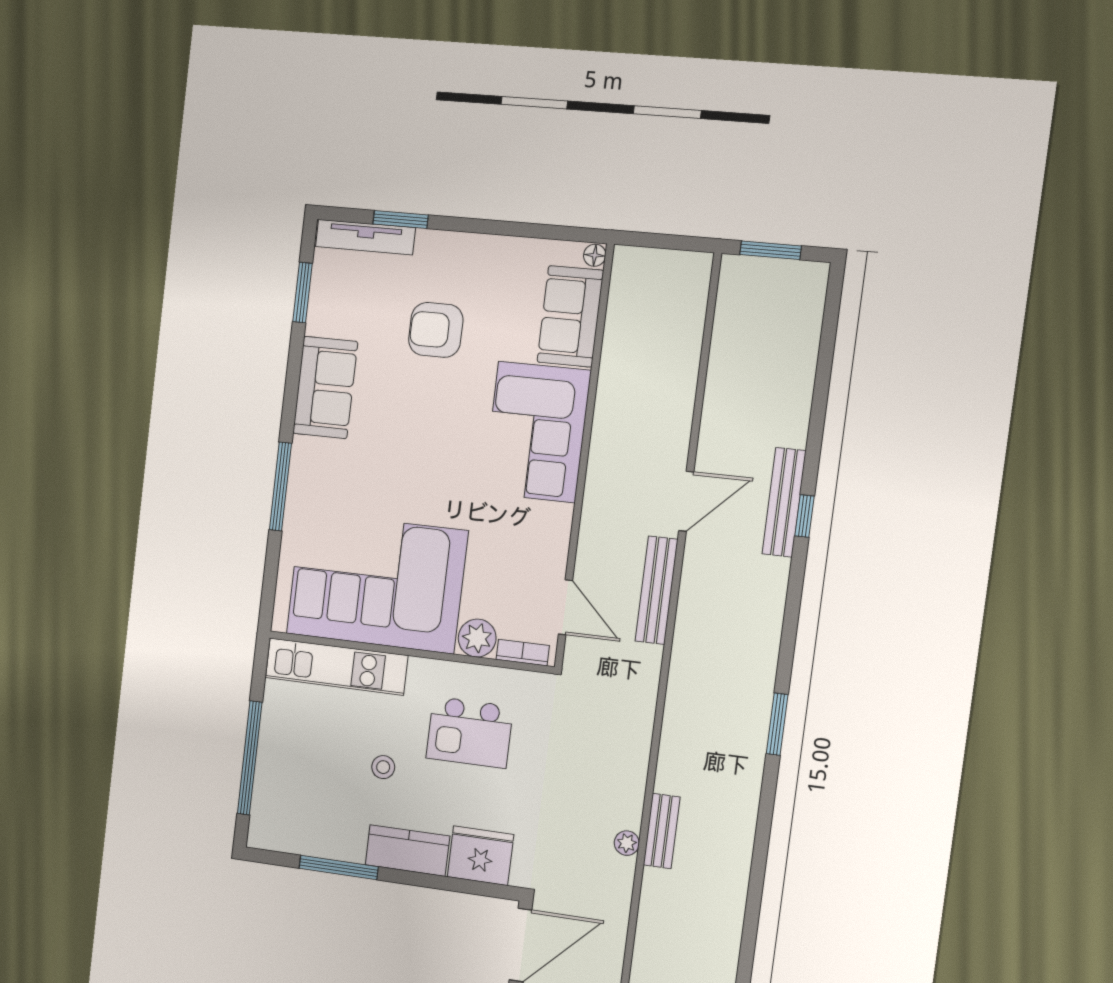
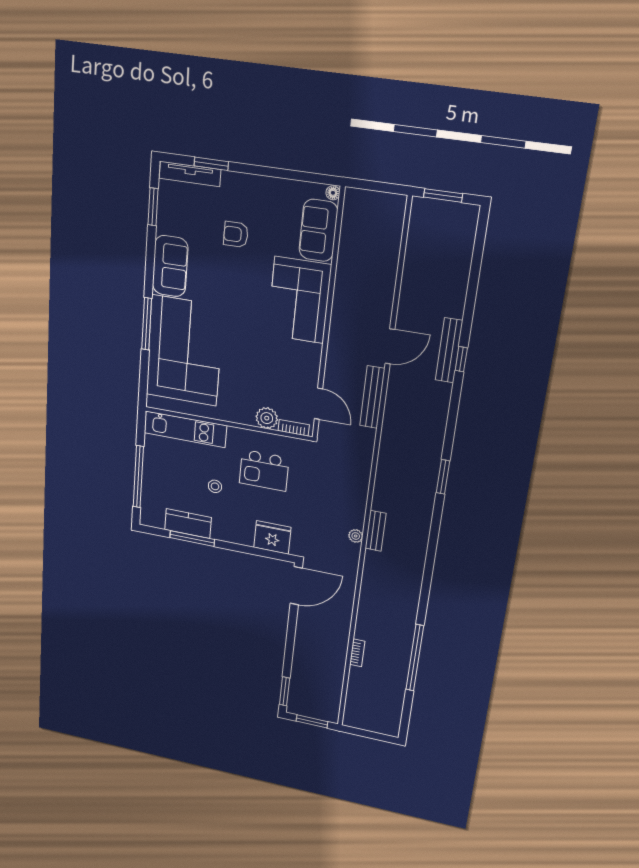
armchair: (436, 330) -> (236, 234), width x0.72, depth x0.72
corner sofa: (377, 582) -> (184, 351), moved, turned 90
kitchen counter: (407, 850) -> (188, 524), moved

